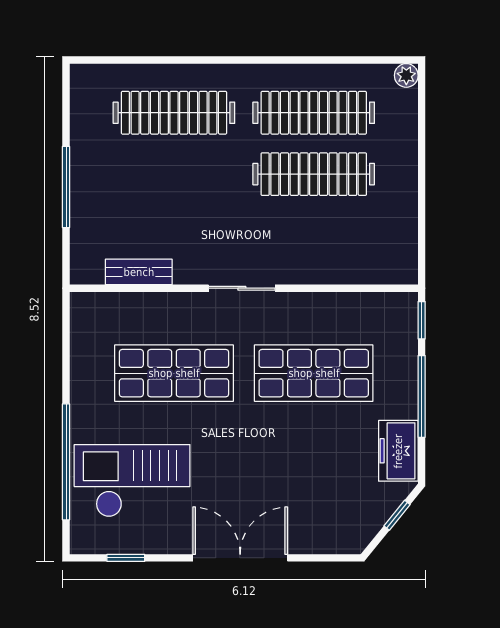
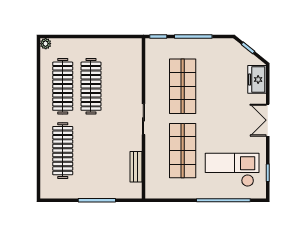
freezer: (398, 451) -> (257, 79), moved, turned 90
checkout: (132, 481) -> (232, 170), turned 90
double door: (240, 558) -> (268, 120), width x0.73

